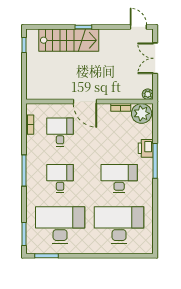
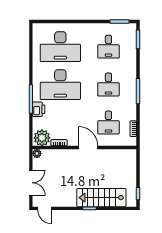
desk: (119, 179) -> (60, 85), width x1.36, depth x1.30
desk: (60, 225) -> (108, 47), width x0.53, depth x0.77

